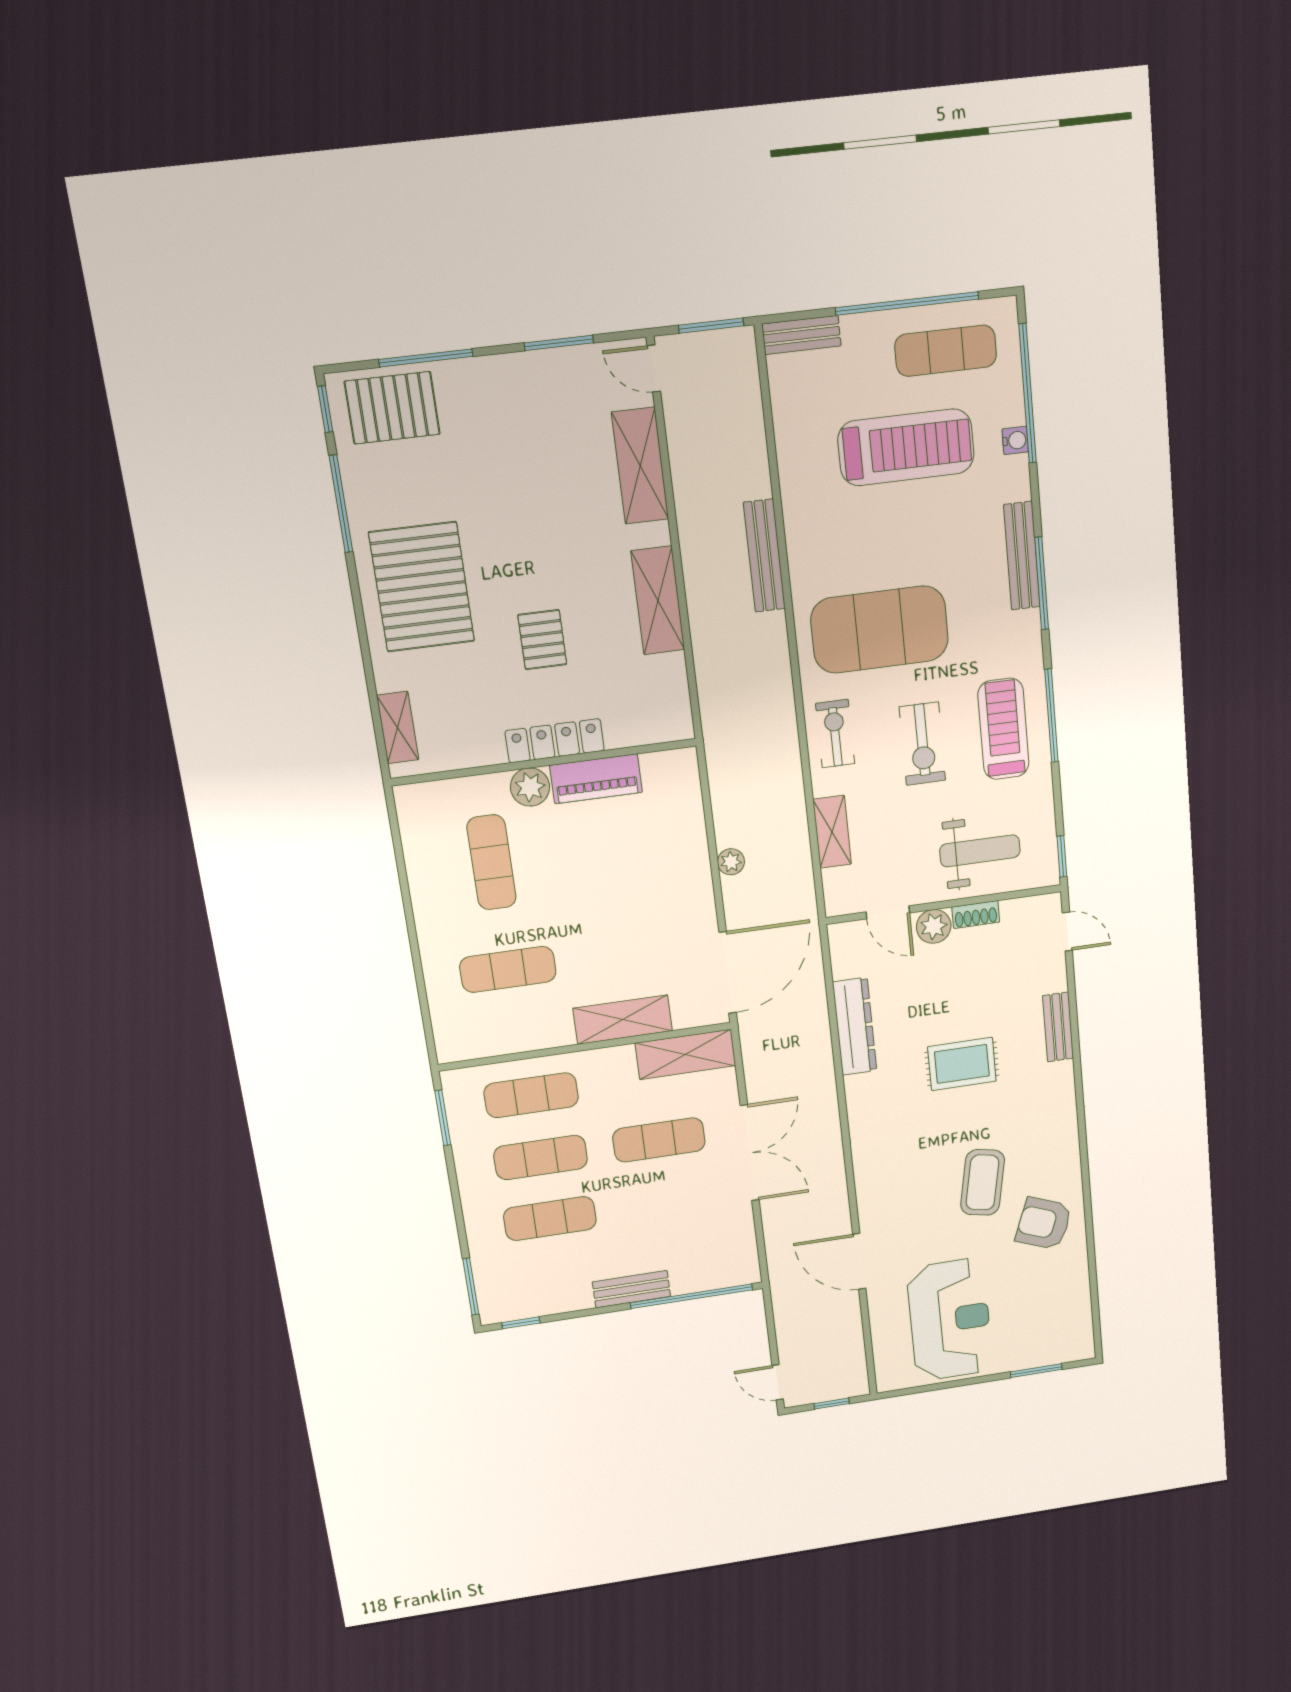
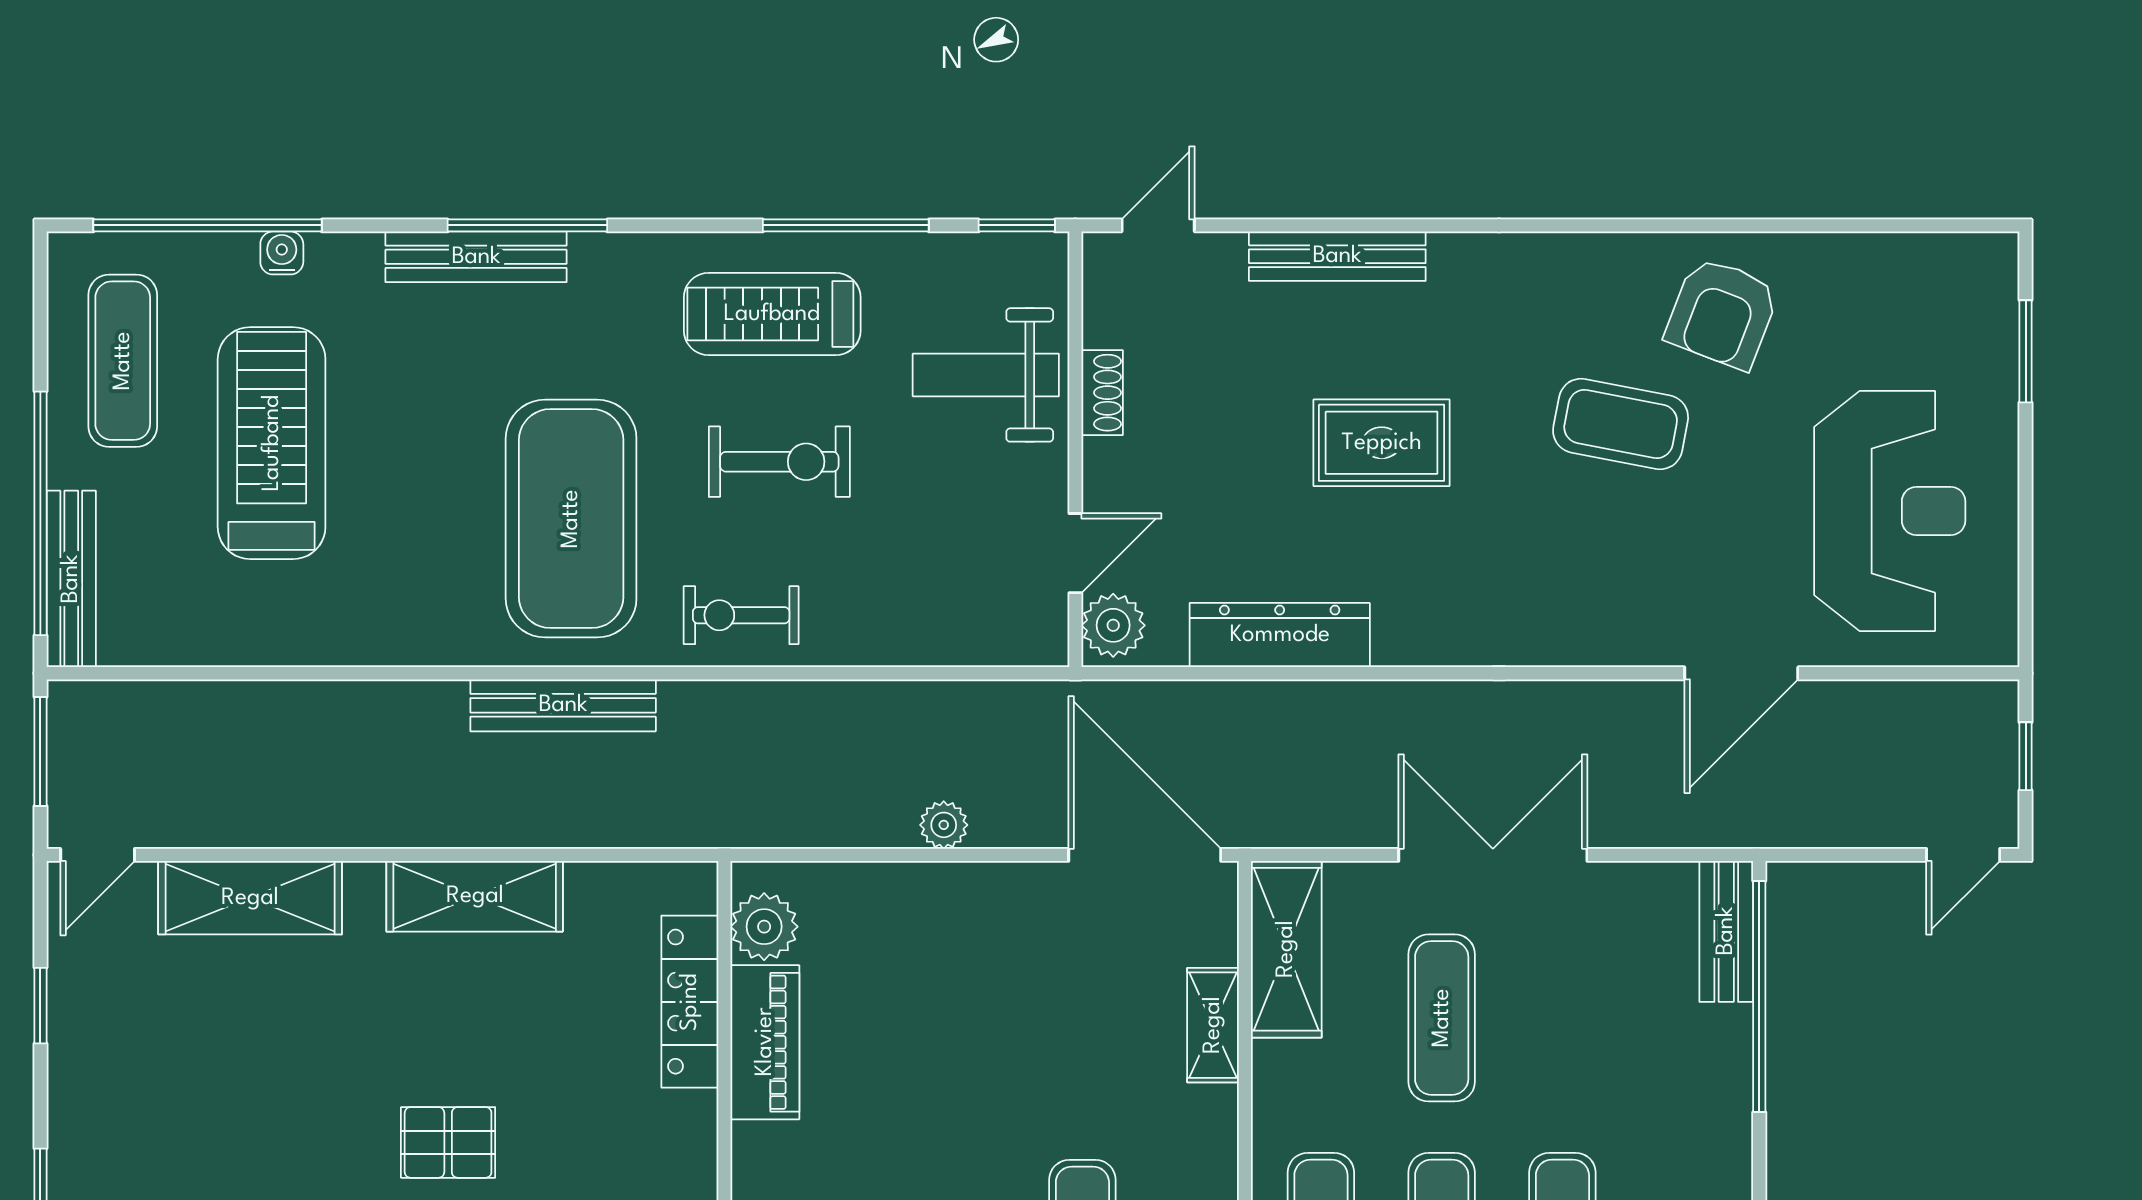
window: (907, 303) -> (40, 513), moved
bench: (801, 335) -> (71, 579), width x1.36
window: (559, 343) -> (40, 1006), width x0.67
bench: (764, 556) -> (563, 705), moved
pallet: (542, 640) -> (448, 1142), moved
window: (1051, 716) -> (846, 225), moved
locker: (555, 741) -> (690, 1002), moved
plant: (530, 787) -> (764, 927), moved
shelving: (832, 832) -> (915, 639), removed
weight bench: (980, 851) -> (986, 375), turned -90
plant: (934, 926) -> (1113, 625), moved
shelving: (623, 1020) -> (1213, 1025), width x0.67, depth x0.75
bench: (1058, 1027) -> (1337, 256), width x1.36
rug: (962, 1064) -> (1382, 443), turned 90
bench: (631, 1289) -> (1726, 931), moved
reception desk: (950, 1320) -> (1890, 511), turned 90

